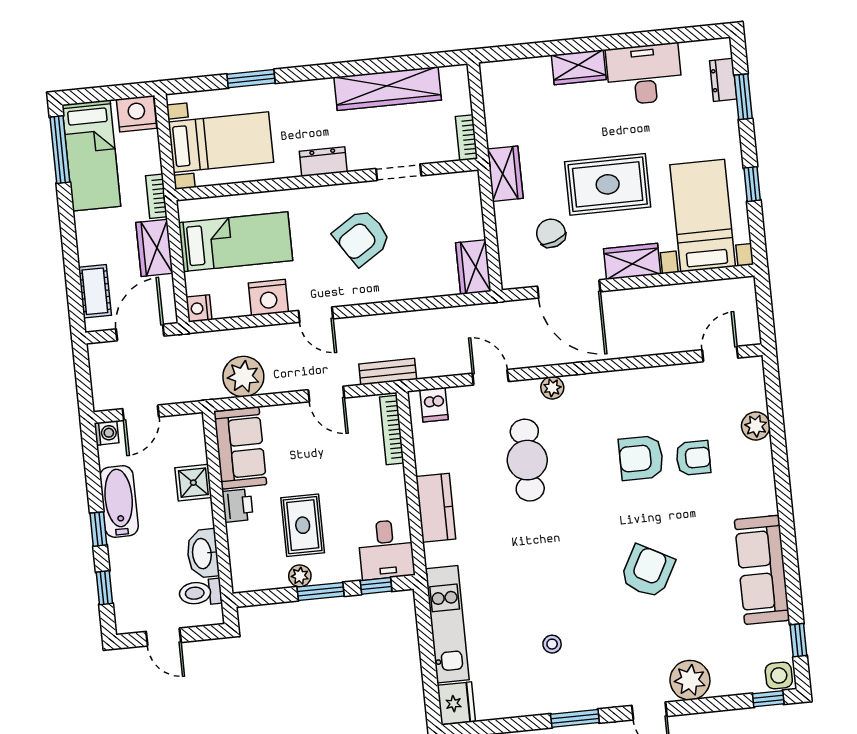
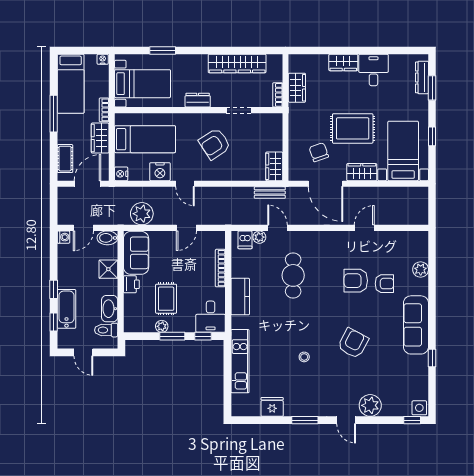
desk: (644, 74) -> (373, 70), width x0.73
dresser: (723, 80) -> (422, 77), width x1.44
nightstand: (137, 114) -> (103, 59), width x0.53, depth x0.56
window: (60, 150) -> (54, 114), moved
wardrobe: (505, 174) -> (297, 88), moved
door: (720, 354) -> (364, 228), moved
bench: (388, 372) -> (270, 193), moved
plant: (552, 388) -> (259, 237), moved
door: (326, 394) -> (186, 228), hinge flipped
bidet: (186, 426) -> (107, 238), added
bookcase: (392, 430) -> (220, 268), moved
bathtub: (119, 501) -> (66, 309), moved
sofa: (762, 570) -> (416, 325), moved
window: (798, 640) -> (432, 358), moved
stool: (552, 644) -> (304, 357), moved
fridge: (456, 703) -> (272, 407), moved, turned -90

